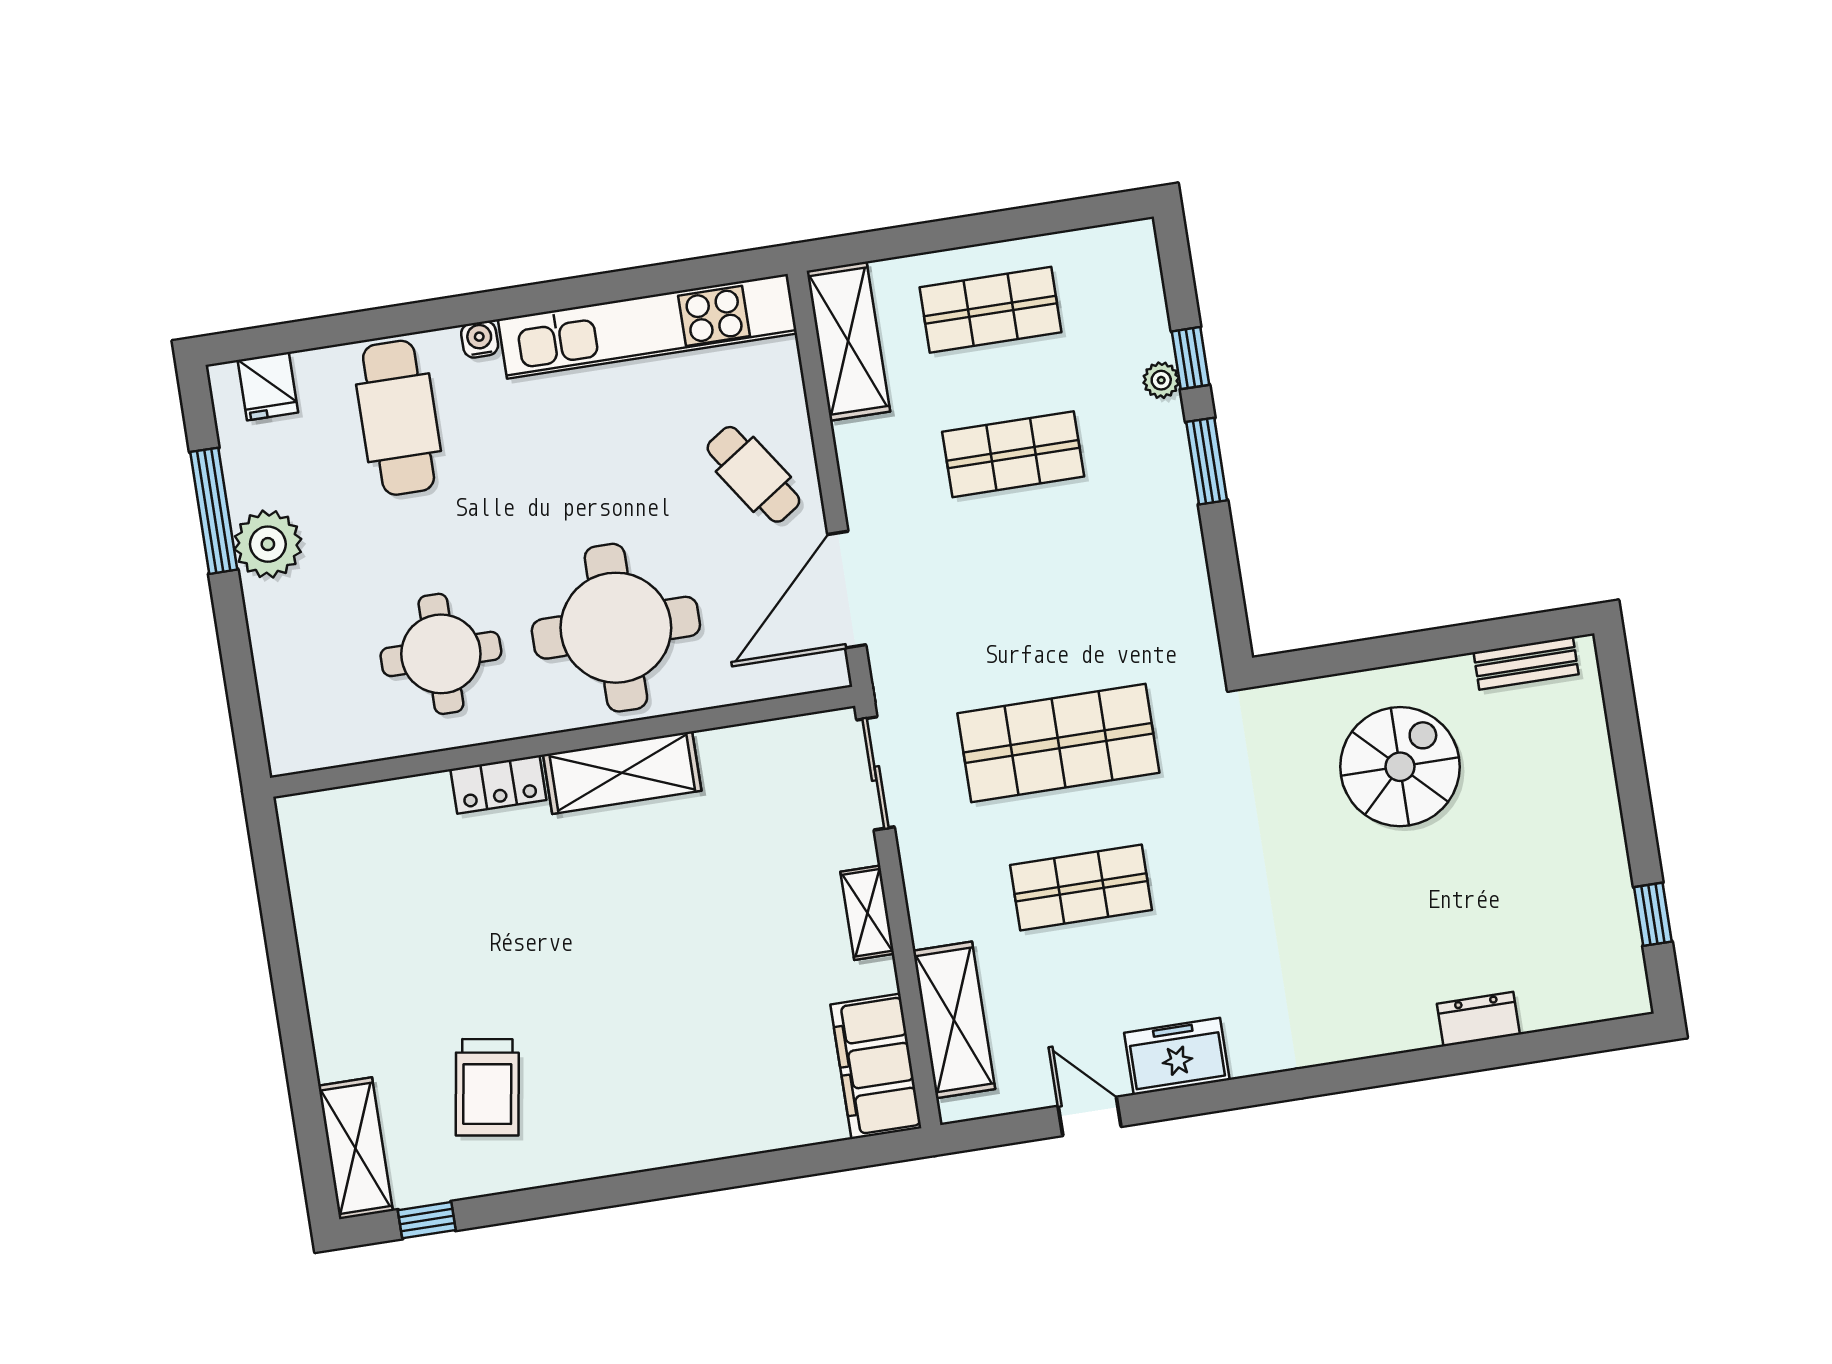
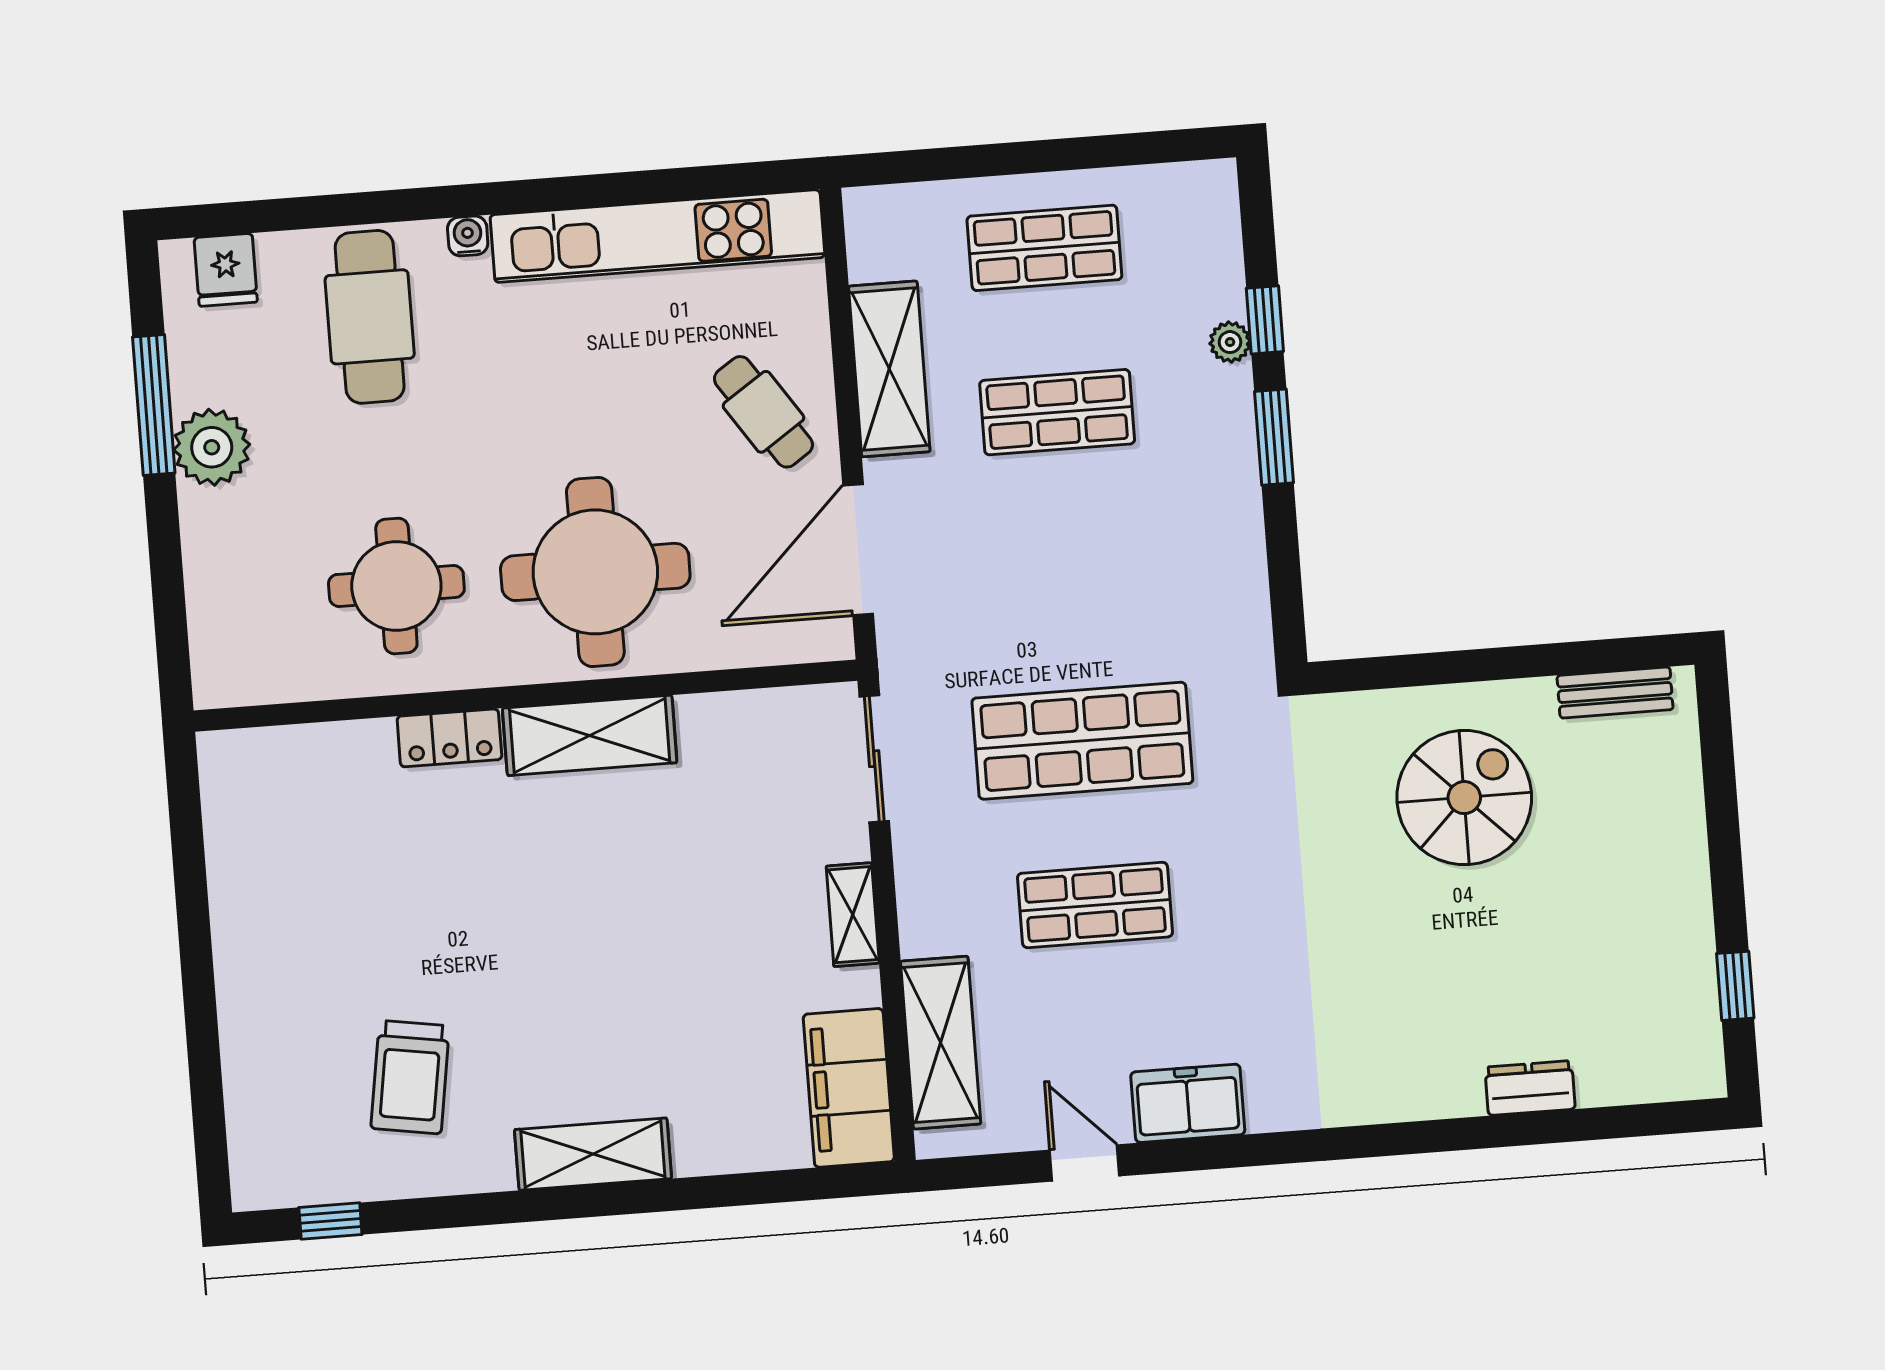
shelving: (848, 341) -> (889, 369), moved
shelving: (355, 1148) -> (593, 1154), moved, turned 90

